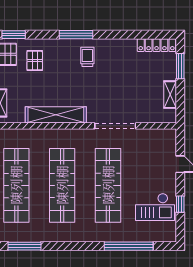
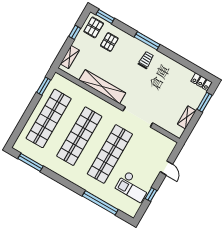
locker: (157, 45) -> (201, 82), width x0.66

